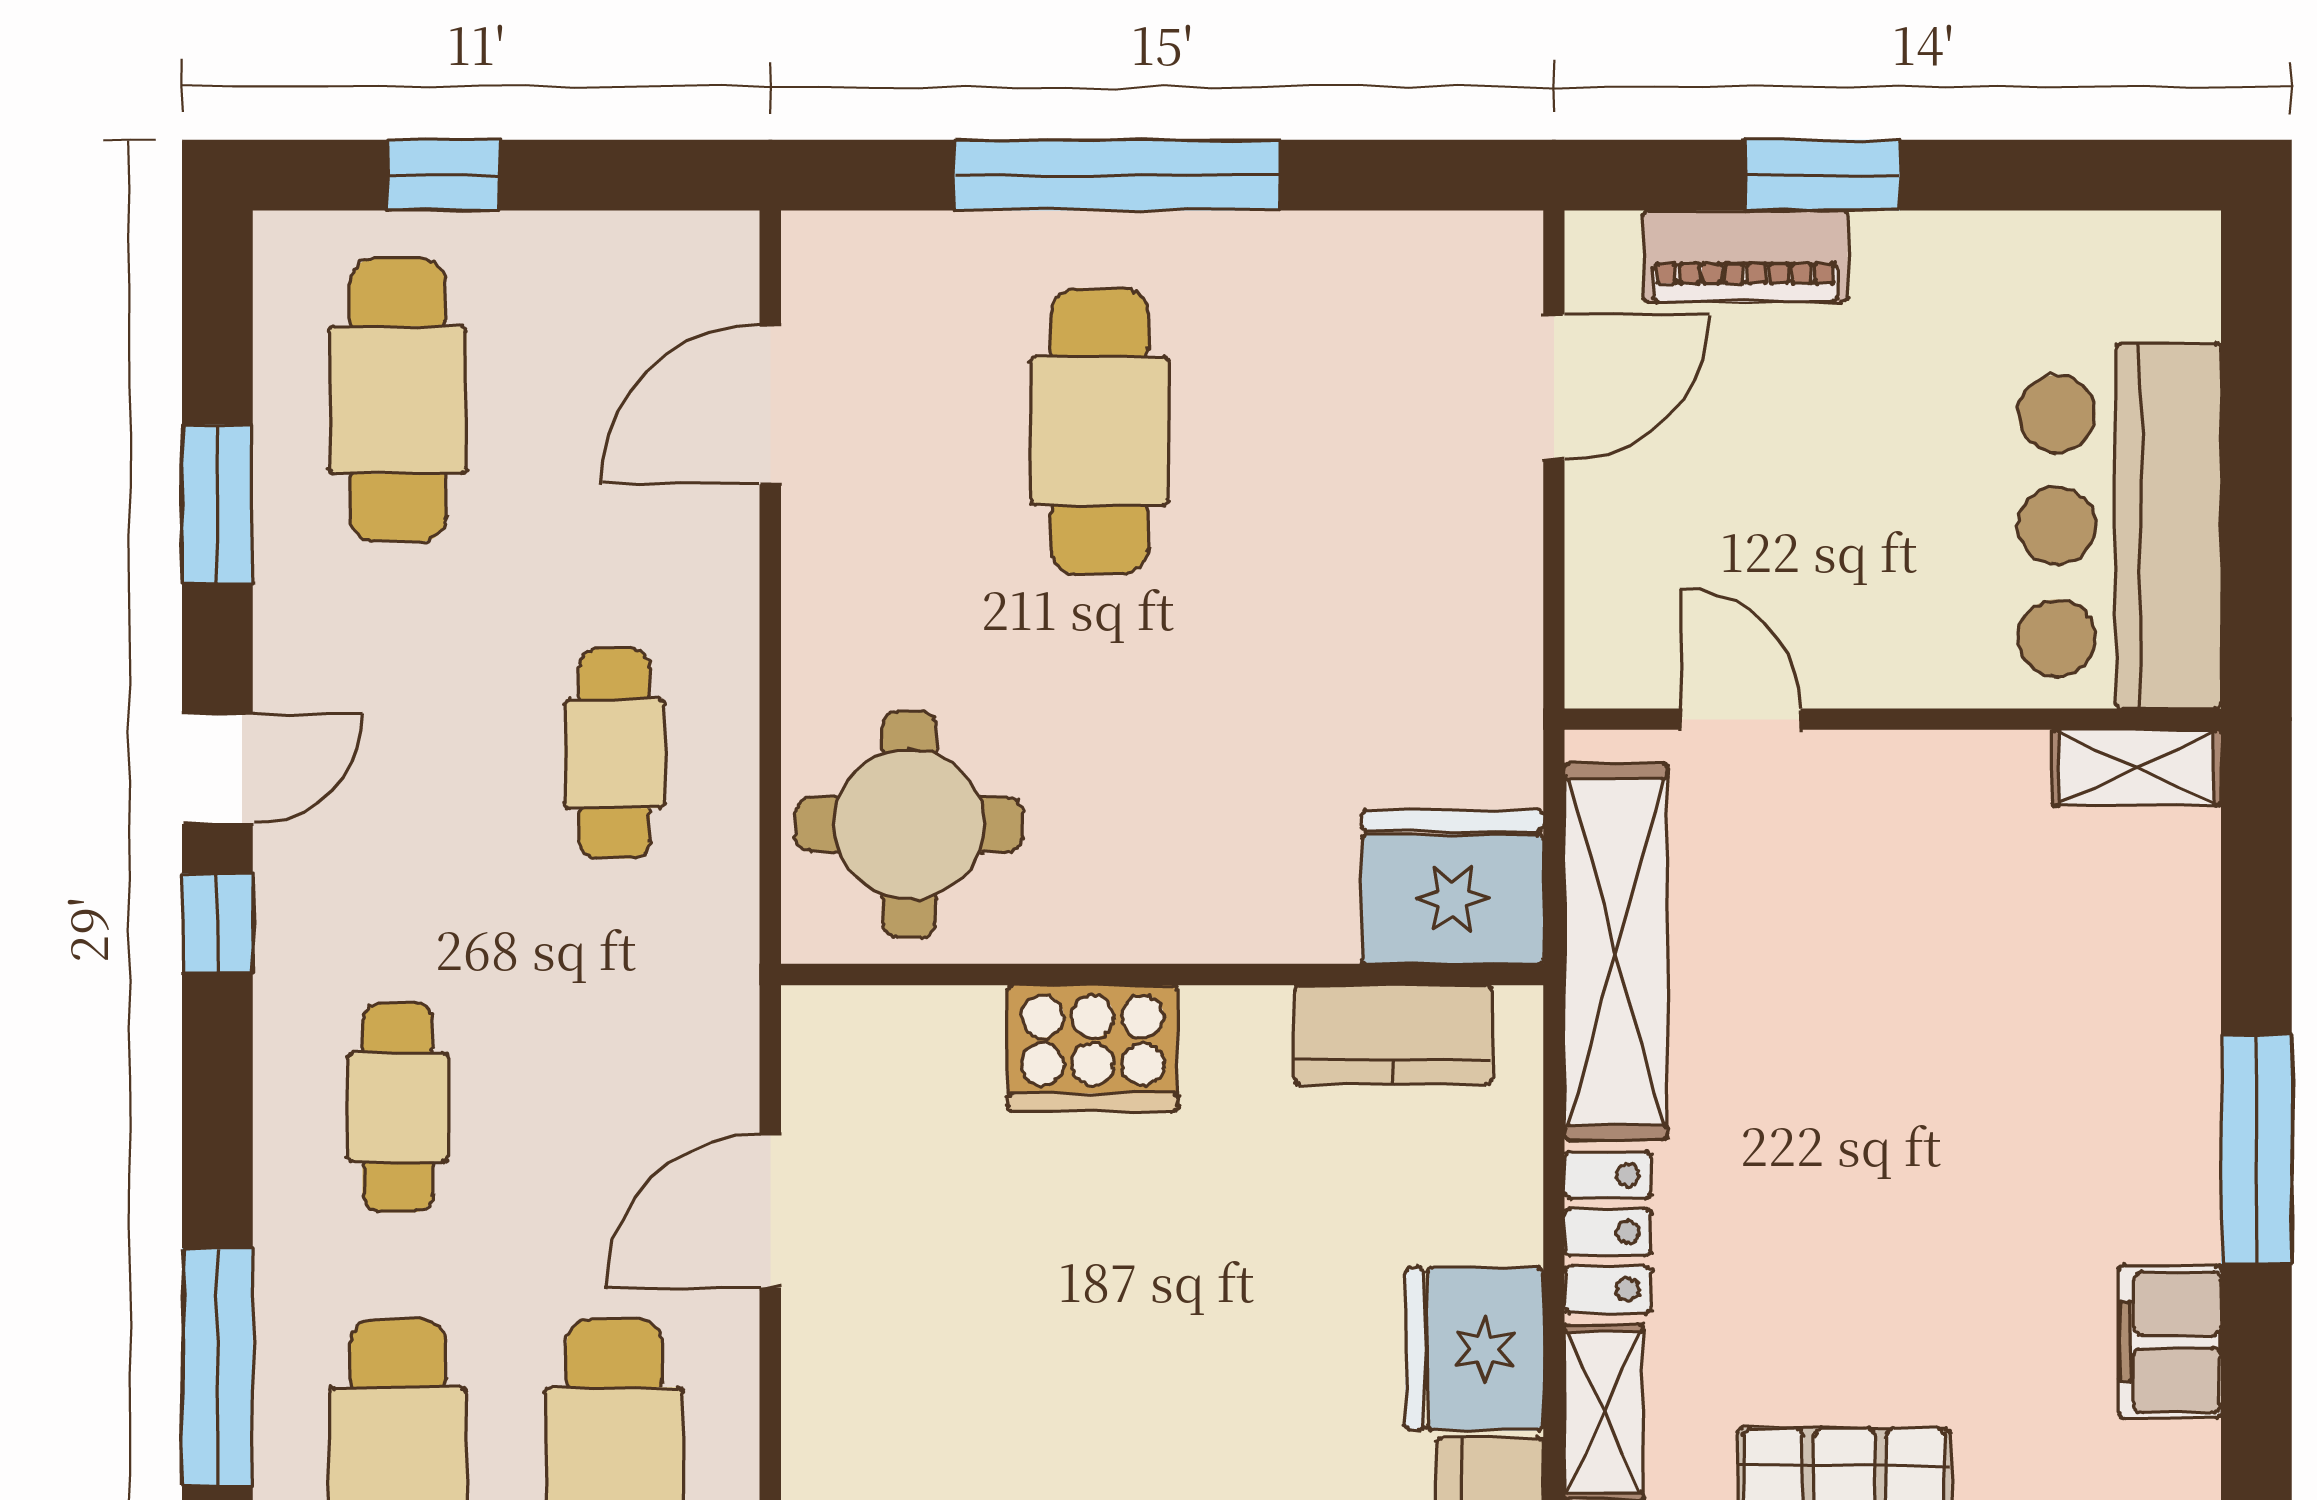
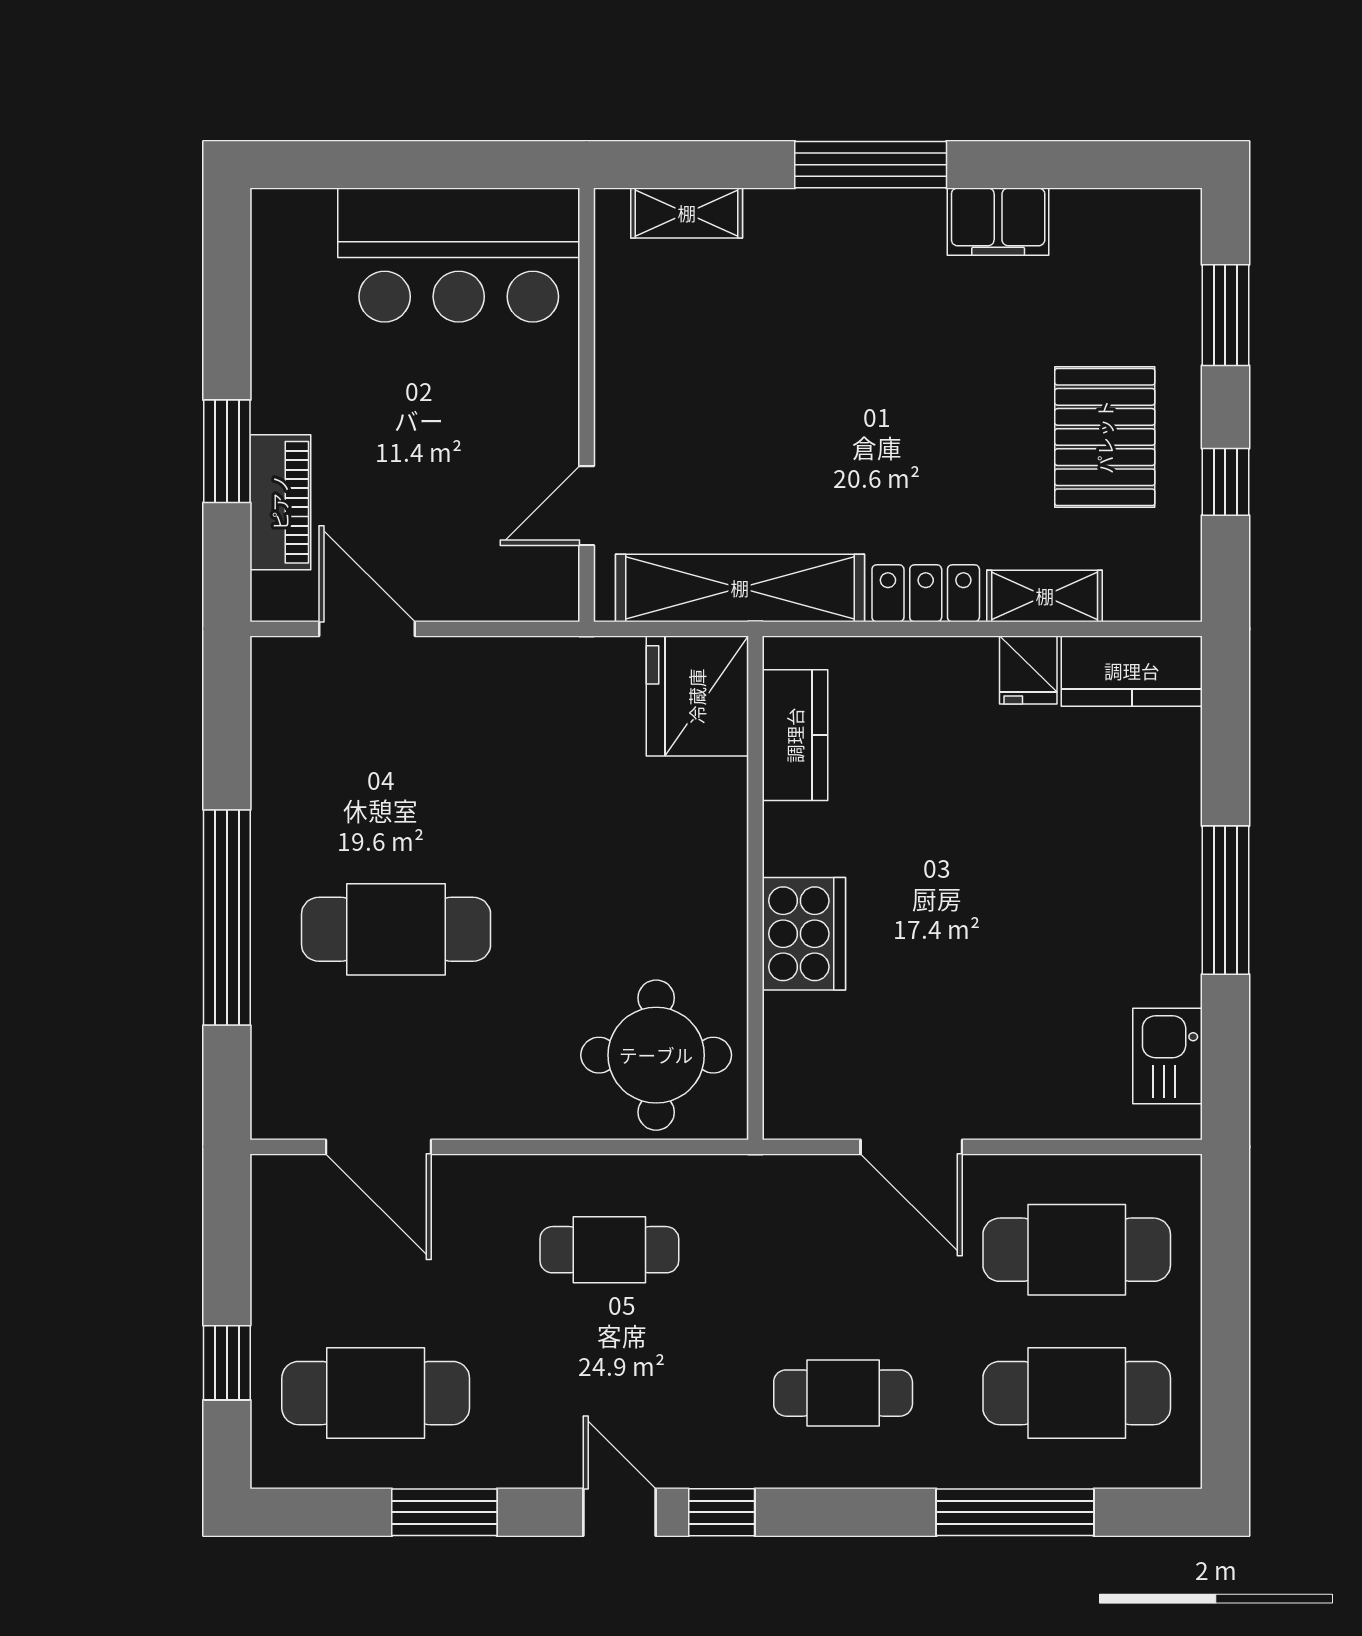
shelving: (2137, 768) -> (687, 213), moved, turned 90
fridge: (1474, 1349) -> (1028, 670), width x0.53, depth x0.75

